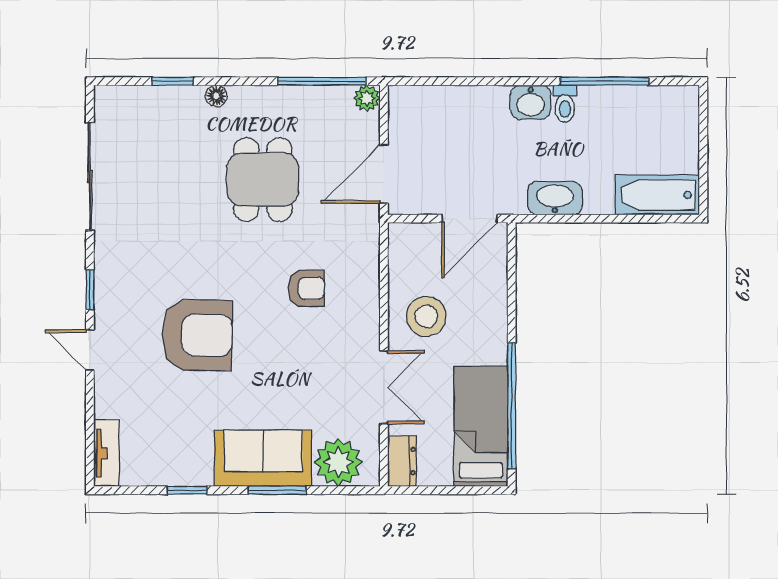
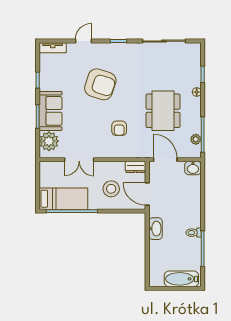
plant: (367, 98) -> (196, 139), moved
washbasin: (531, 102) -> (193, 168), moved, turned -90
dining table: (263, 179) -> (163, 111), width x1.38
bathtub: (657, 195) -> (181, 279), moved, turned -90
stool: (426, 316) -> (111, 189), moved
armchair: (197, 335) -> (100, 84), turned -73
door: (90, 350) -> (84, 41), moved
dresser: (402, 461) -> (135, 167), moved

